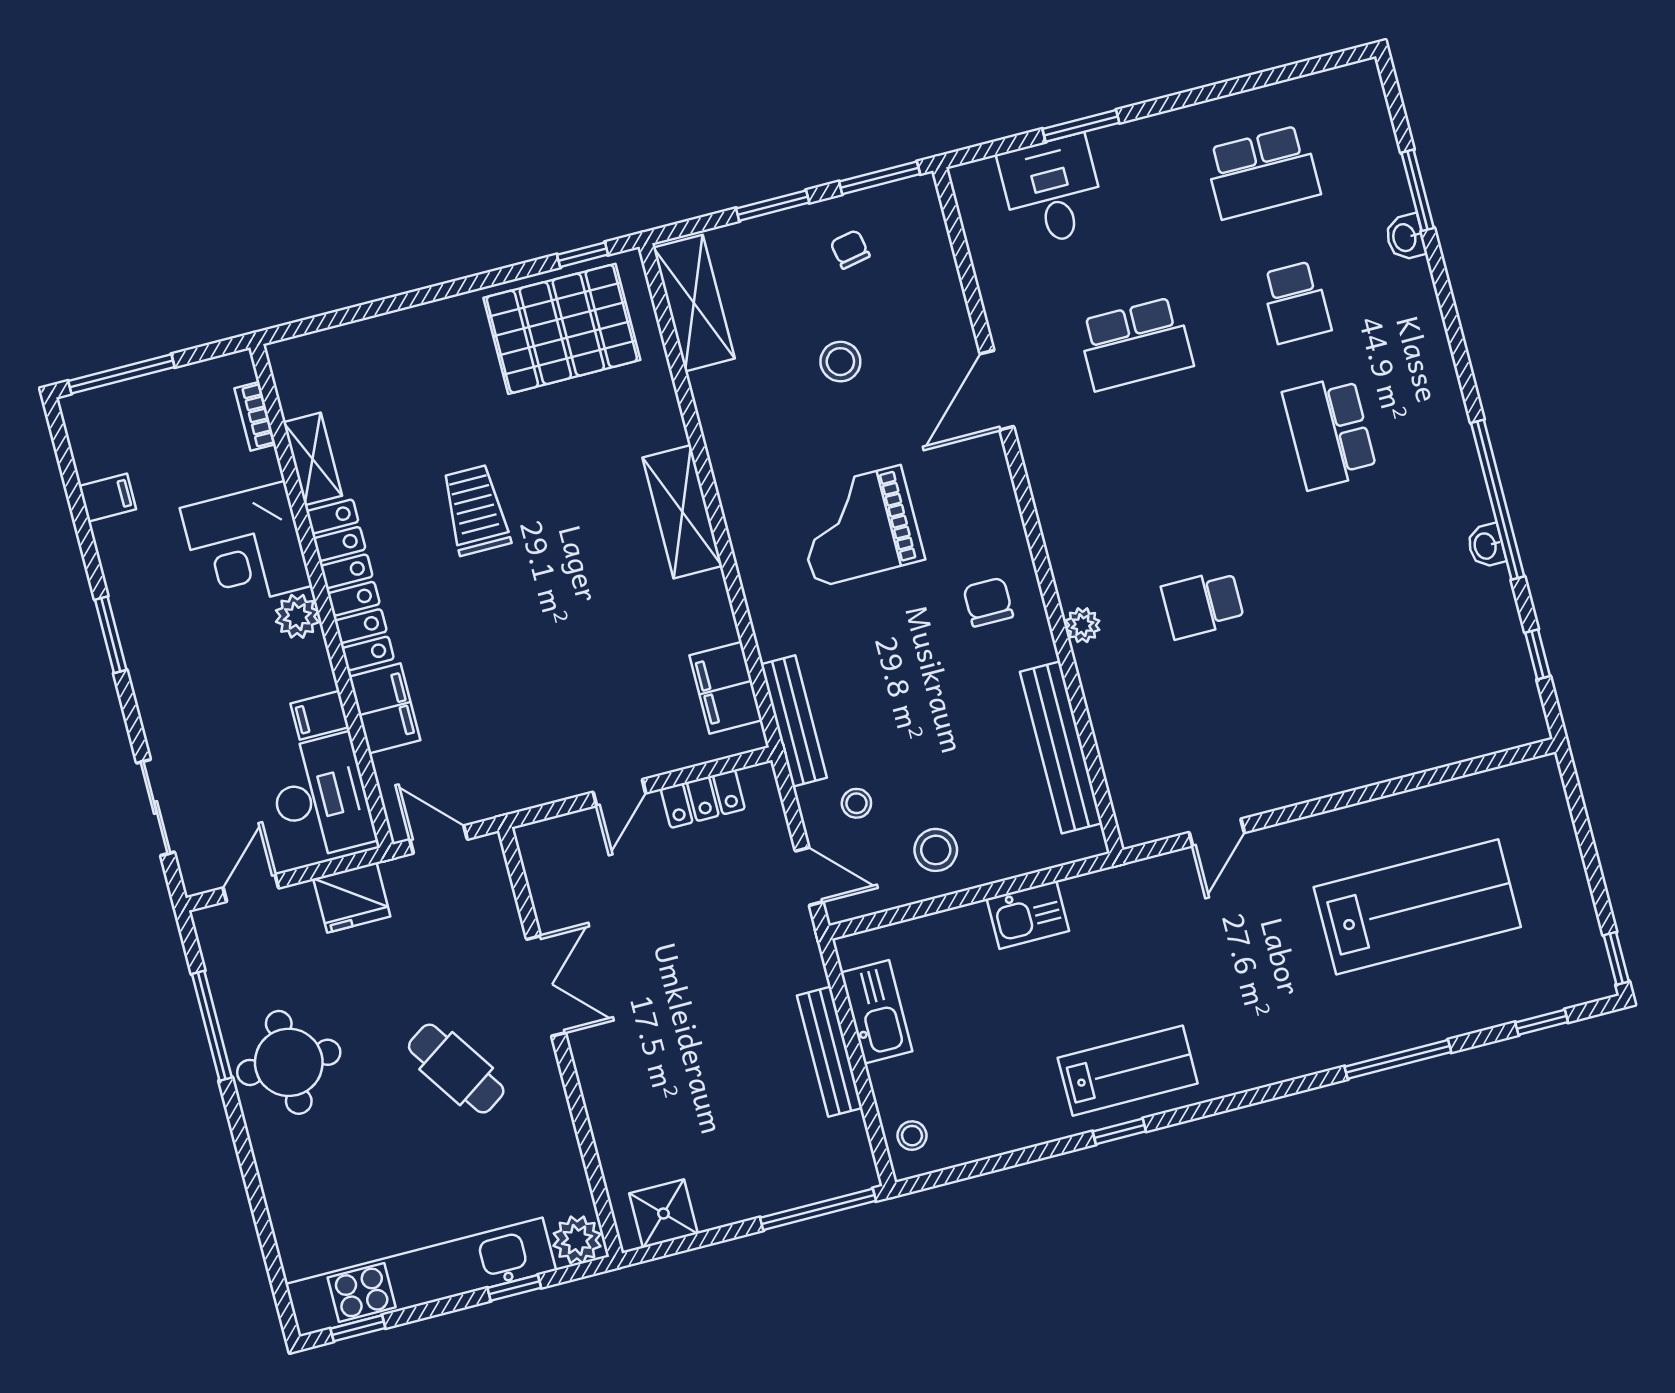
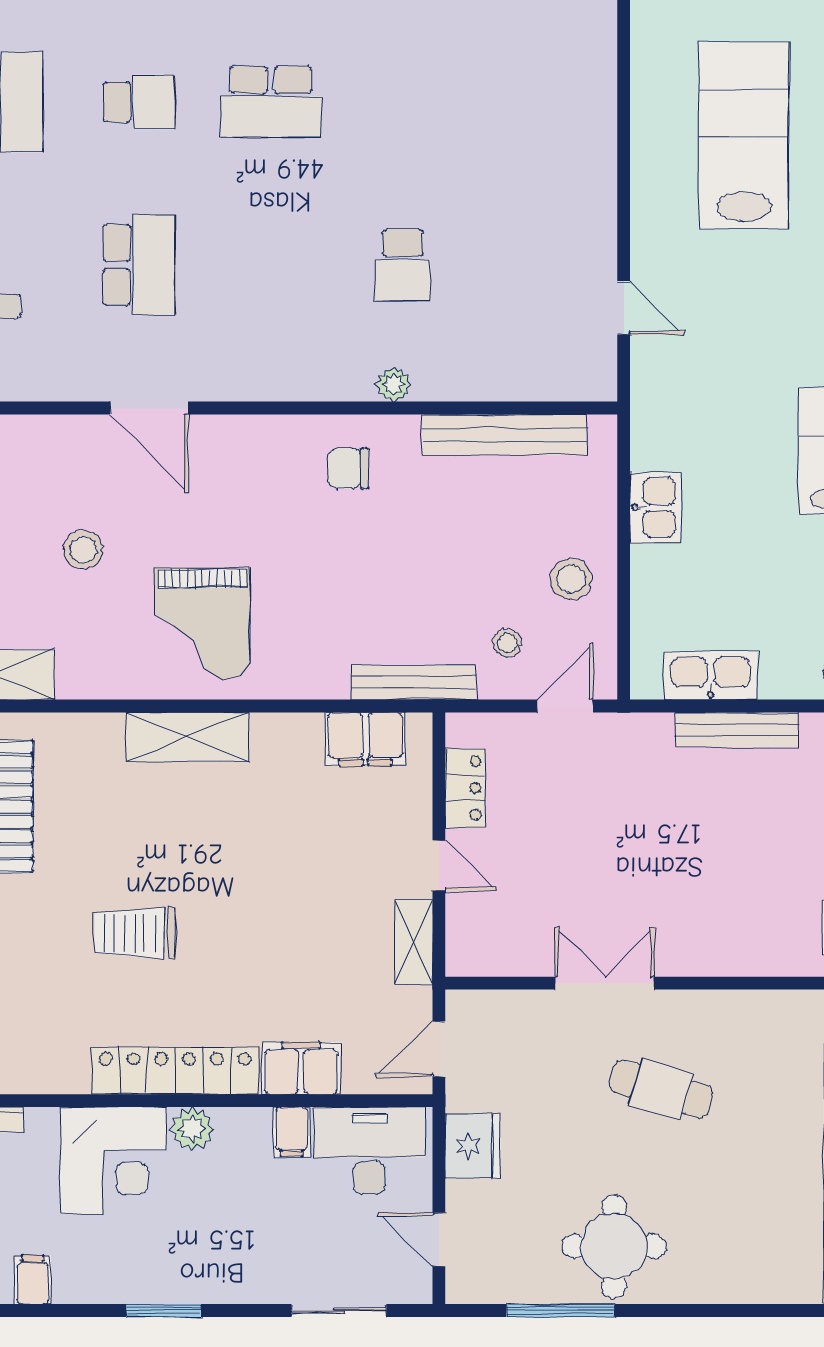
shelving: (313, 459) -> (414, 942), moved, turned 90
grand piano: (858, 526) -> (202, 623), moved
cafe table: (456, 1069) -> (661, 1089), turned 51

